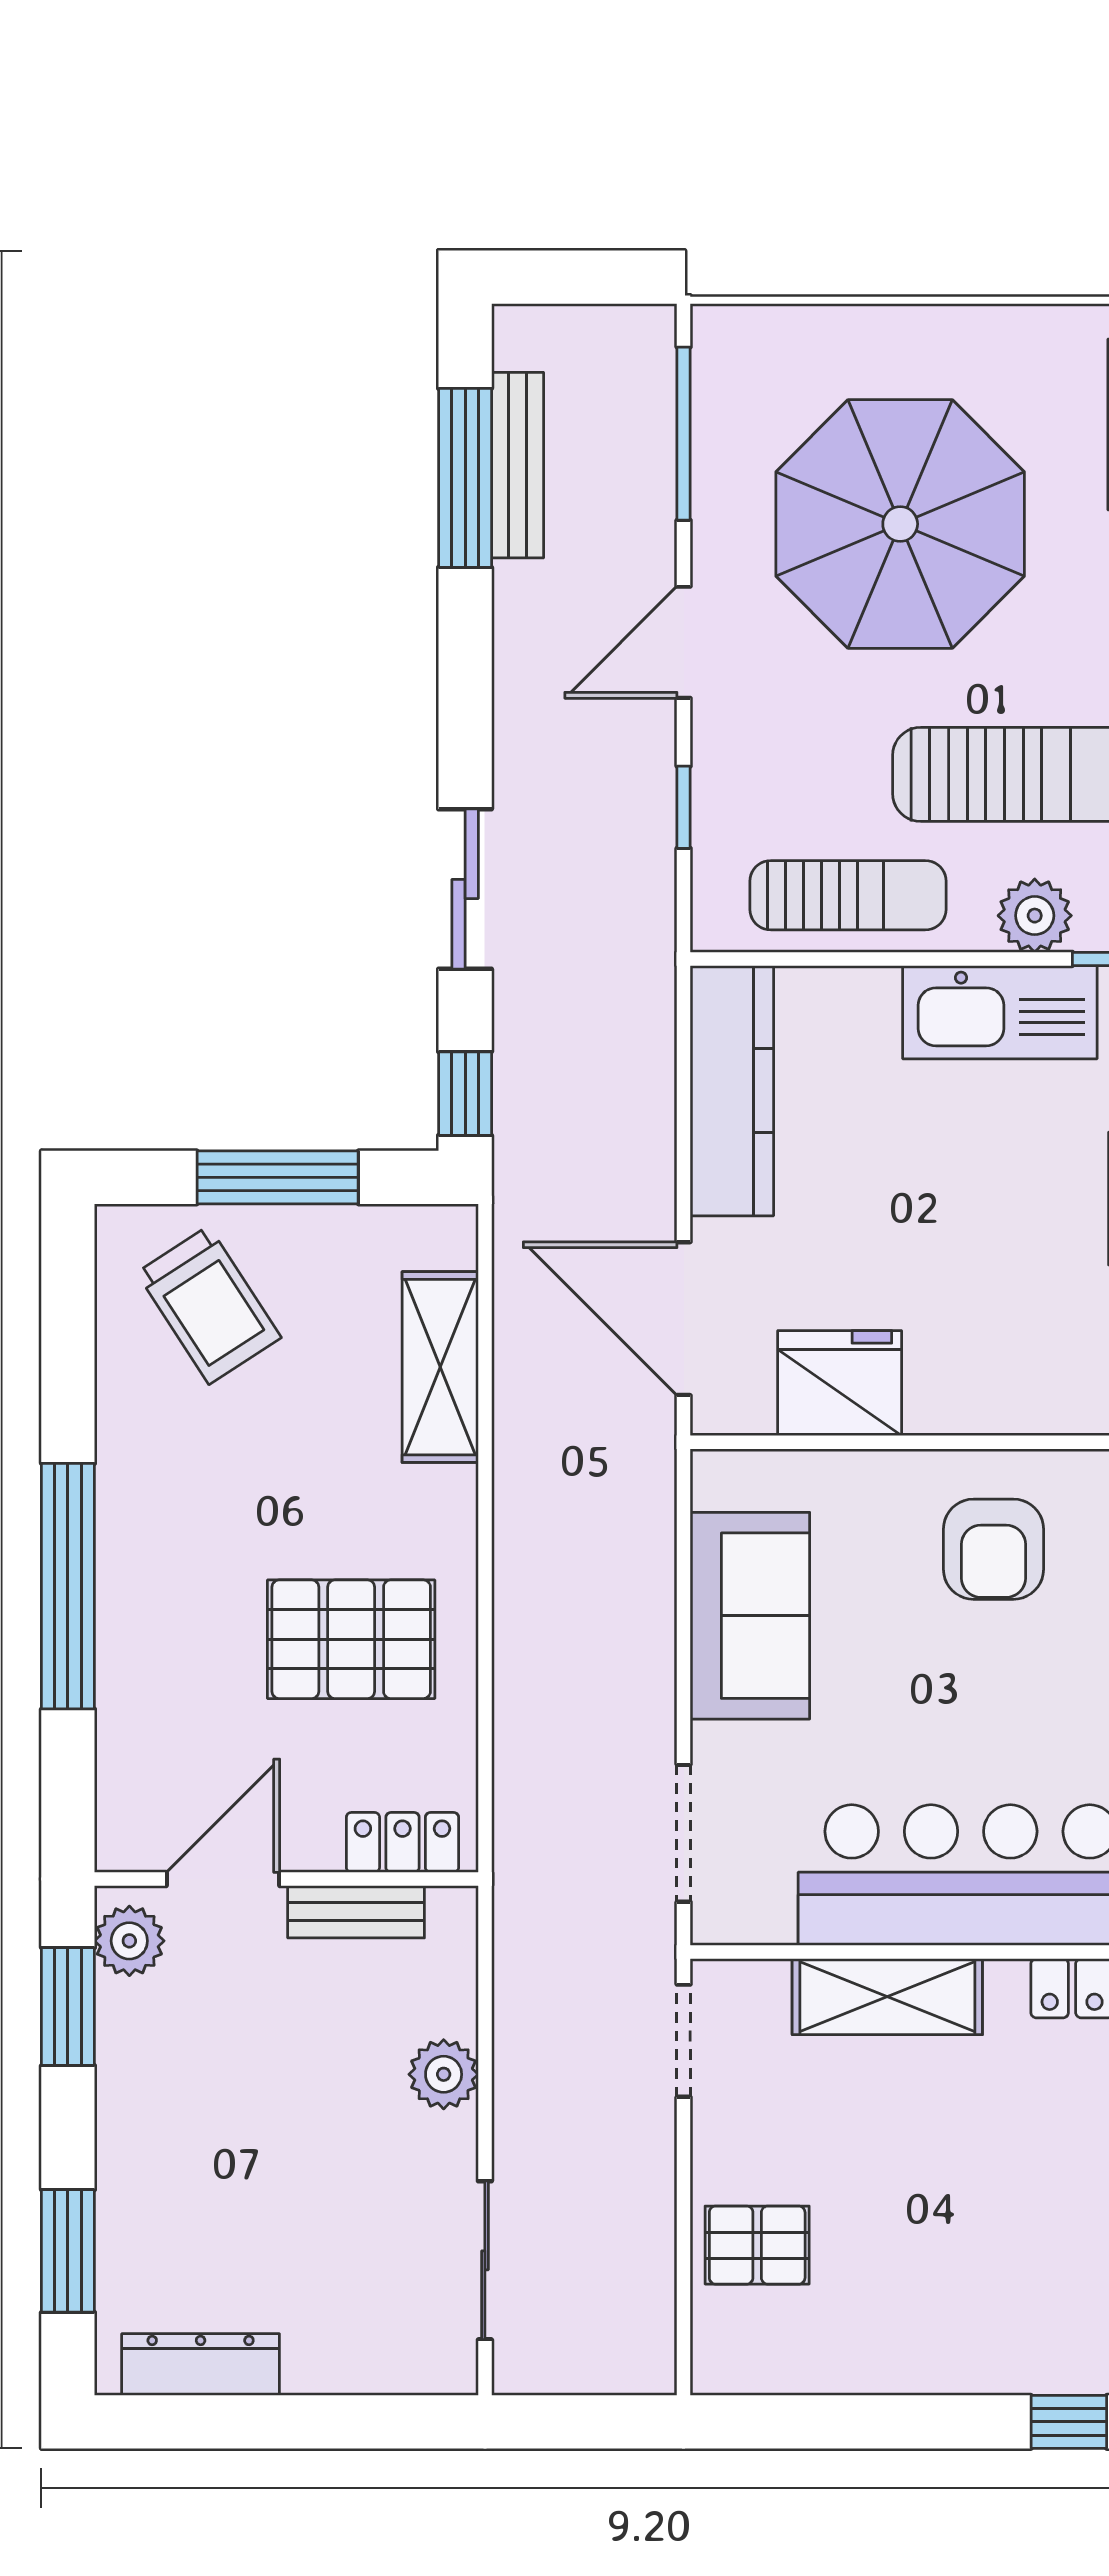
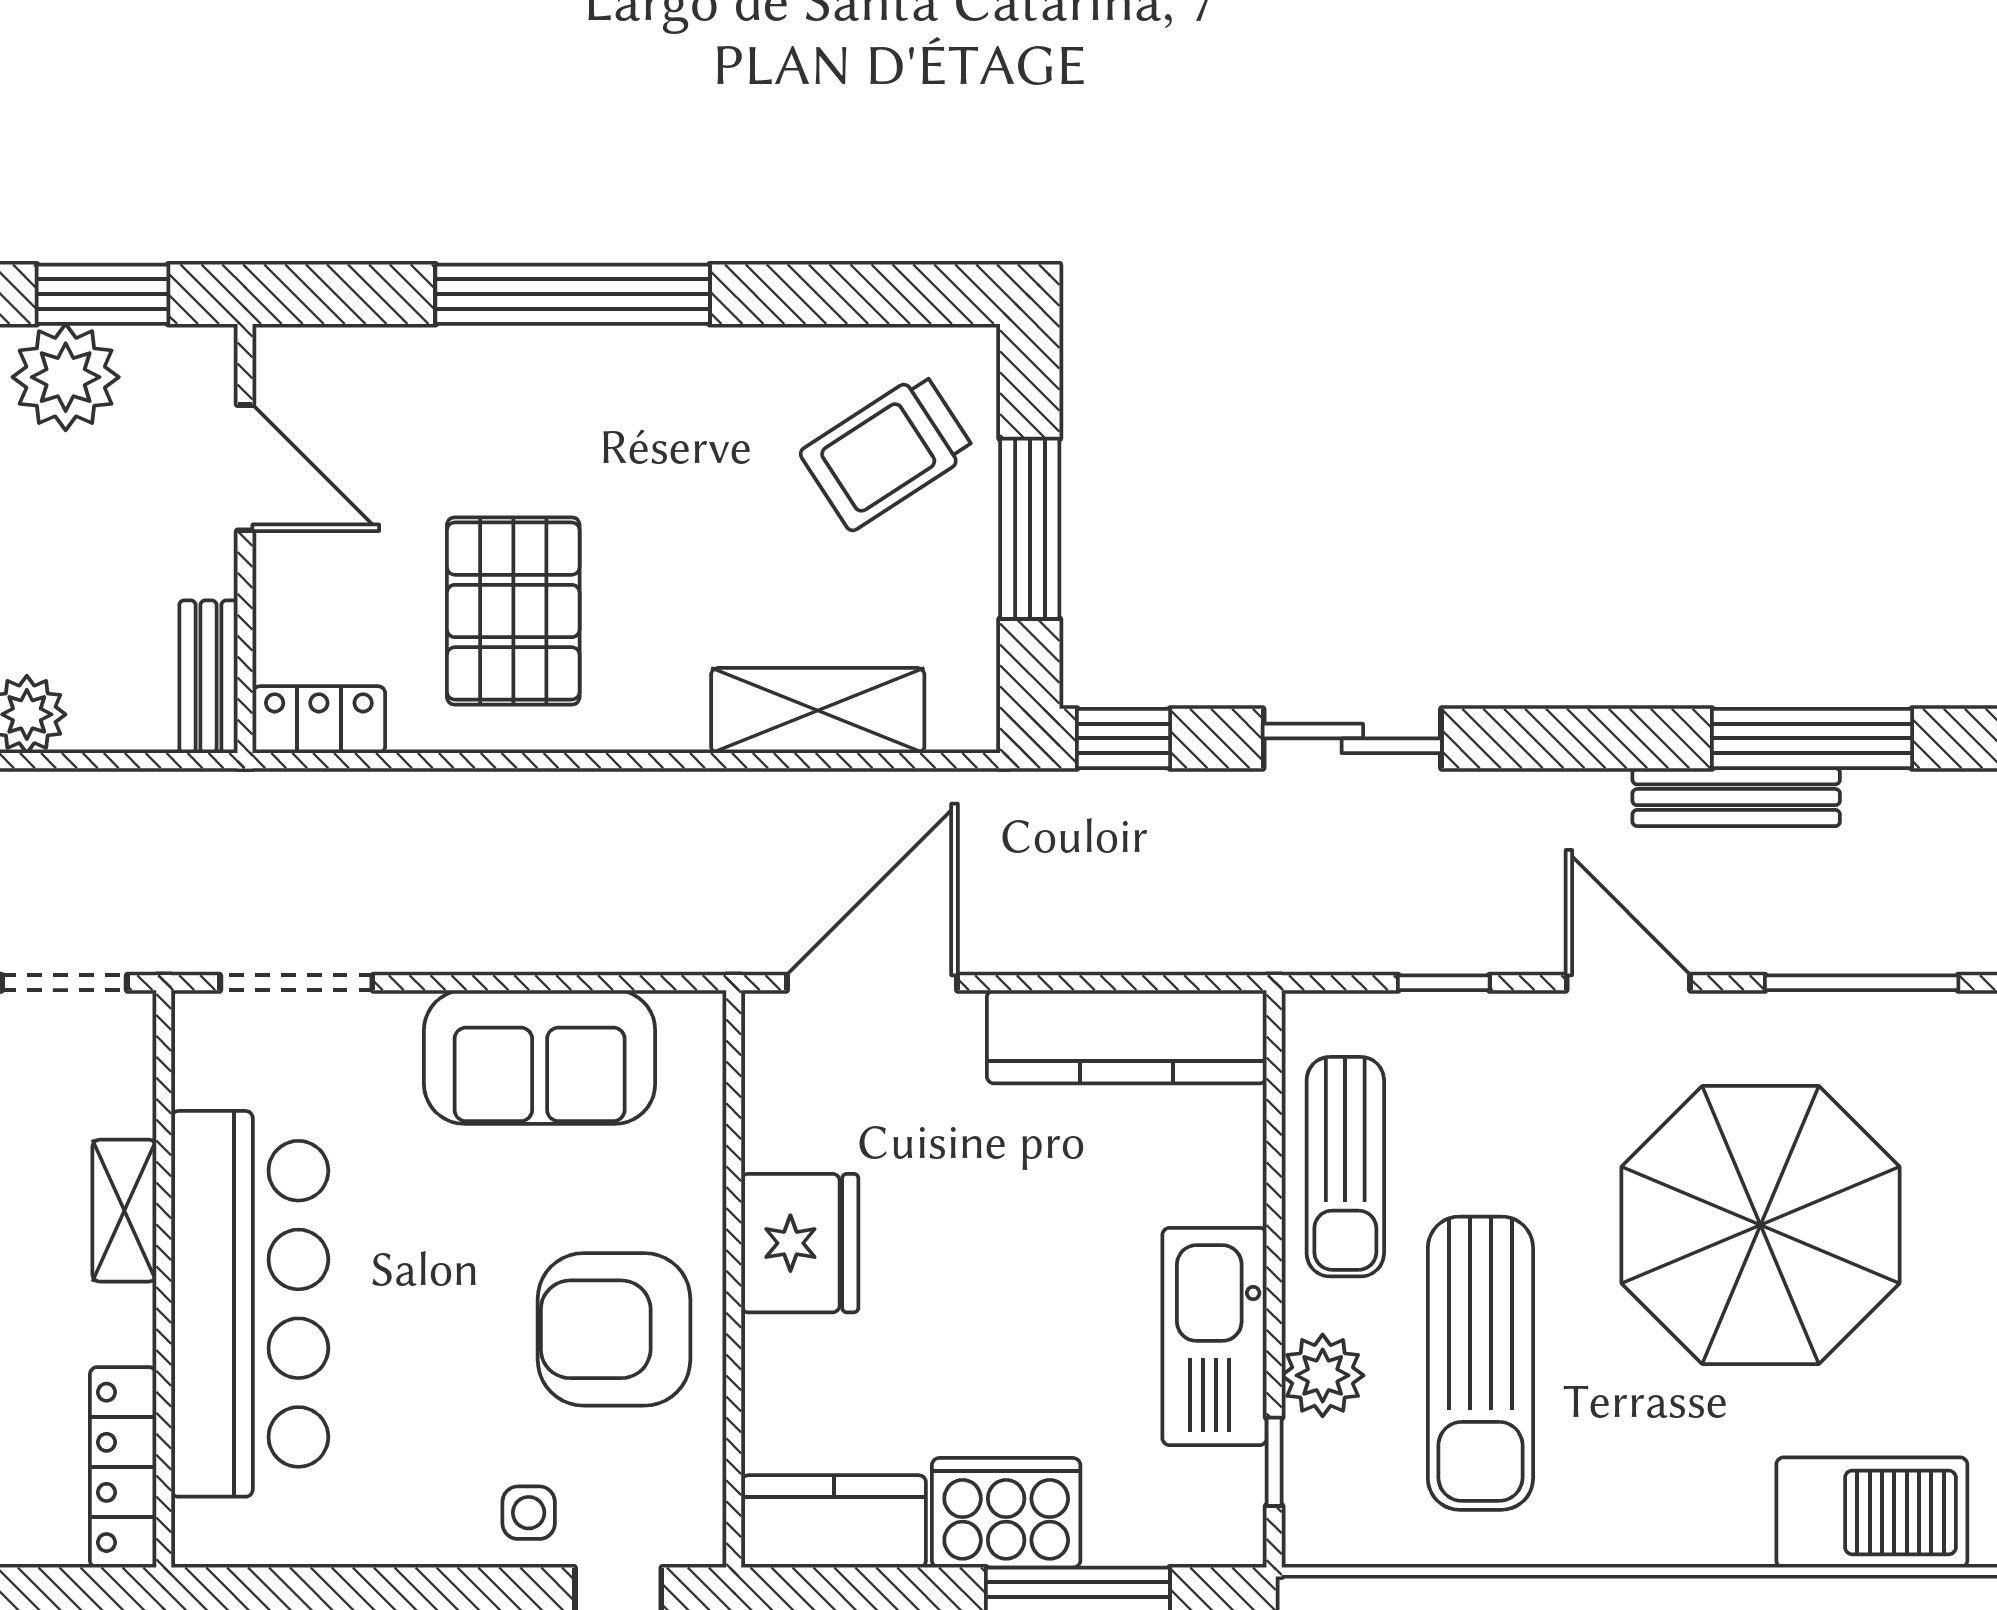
bench: (518, 465) -> (1736, 797), moved
fridge: (840, 1383) -> (800, 1243), moved
armchair: (993, 1549) -> (614, 1329), width x1.36, depth x1.36
locker: (402, 1842) -> (319, 720), moved, turned -90
bench: (356, 1912) -> (208, 677), moved
plant: (129, 1941) -> (66, 377), moved, width x1.36, depth x1.36
shelving: (887, 1997) -> (124, 1211), width x0.67, depth x0.75

